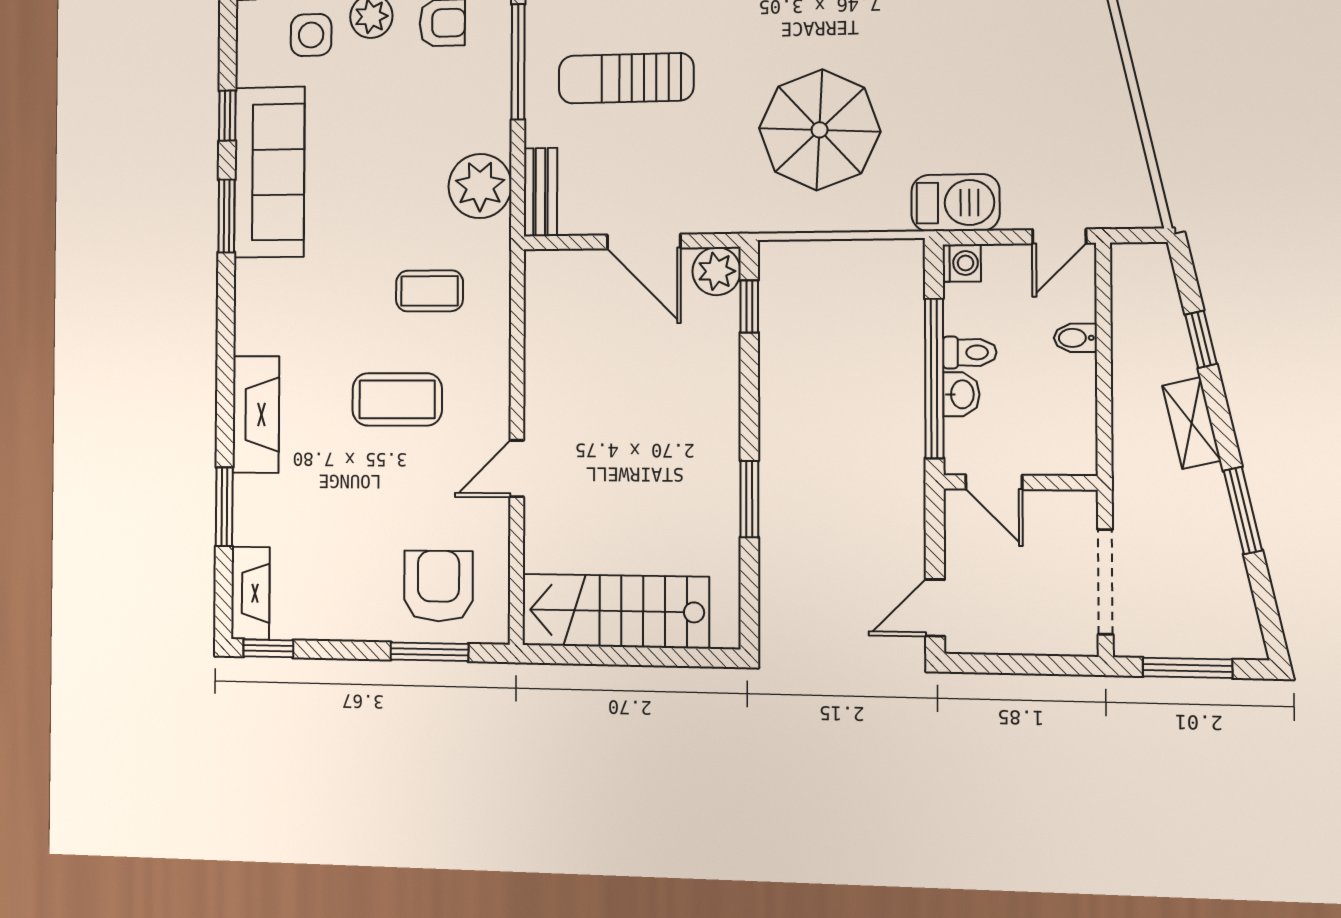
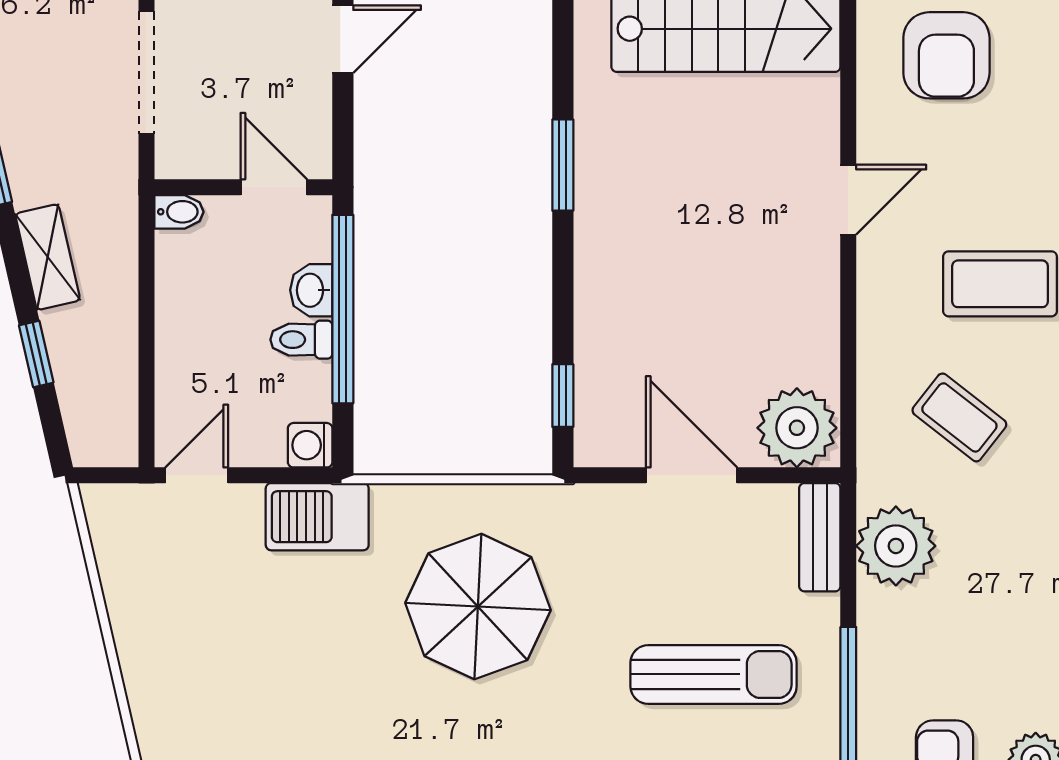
plant: (717, 271) -> (797, 428), moved, width x1.36, depth x1.36
coffee table: (429, 291) -> (959, 417), turned 38
bidet: (1075, 338) -> (179, 212), moved

